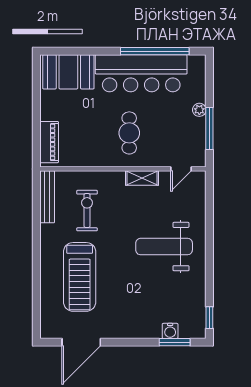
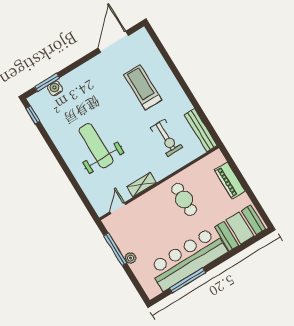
window: (155, 51) -> (188, 280), width x0.68
cafe table: (129, 133) -> (184, 199), moved
piano: (49, 142) -> (230, 180), moved
weight bench: (164, 247) -> (96, 146), turned -90
treadmill: (80, 277) -> (143, 87), width x0.73, depth x0.73

